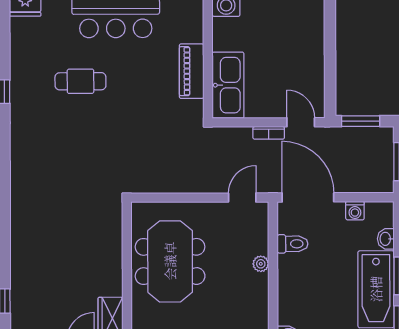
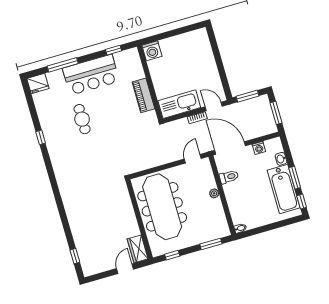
cafe table: (80, 81) -> (82, 119), turned 90
kitchen sink: (228, 85) -> (179, 104), moved, turned -90
meeting table: (170, 261) -> (162, 207), width x1.36

